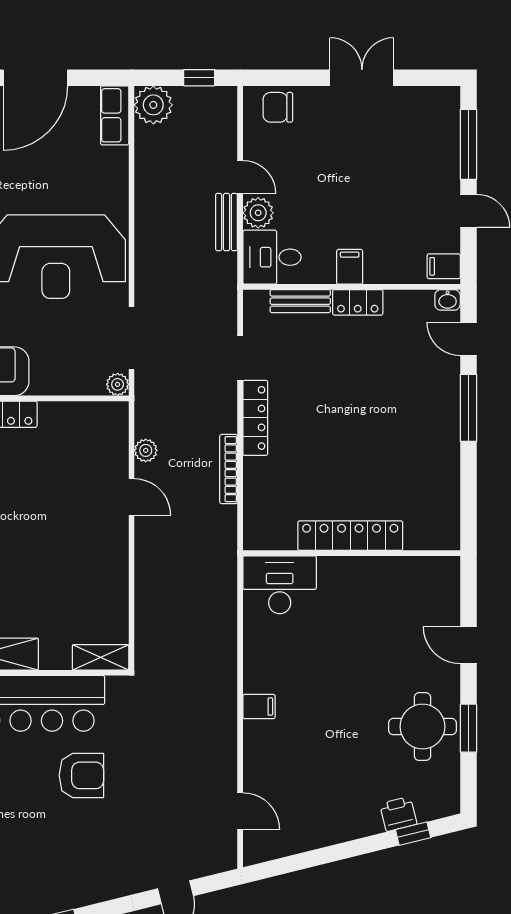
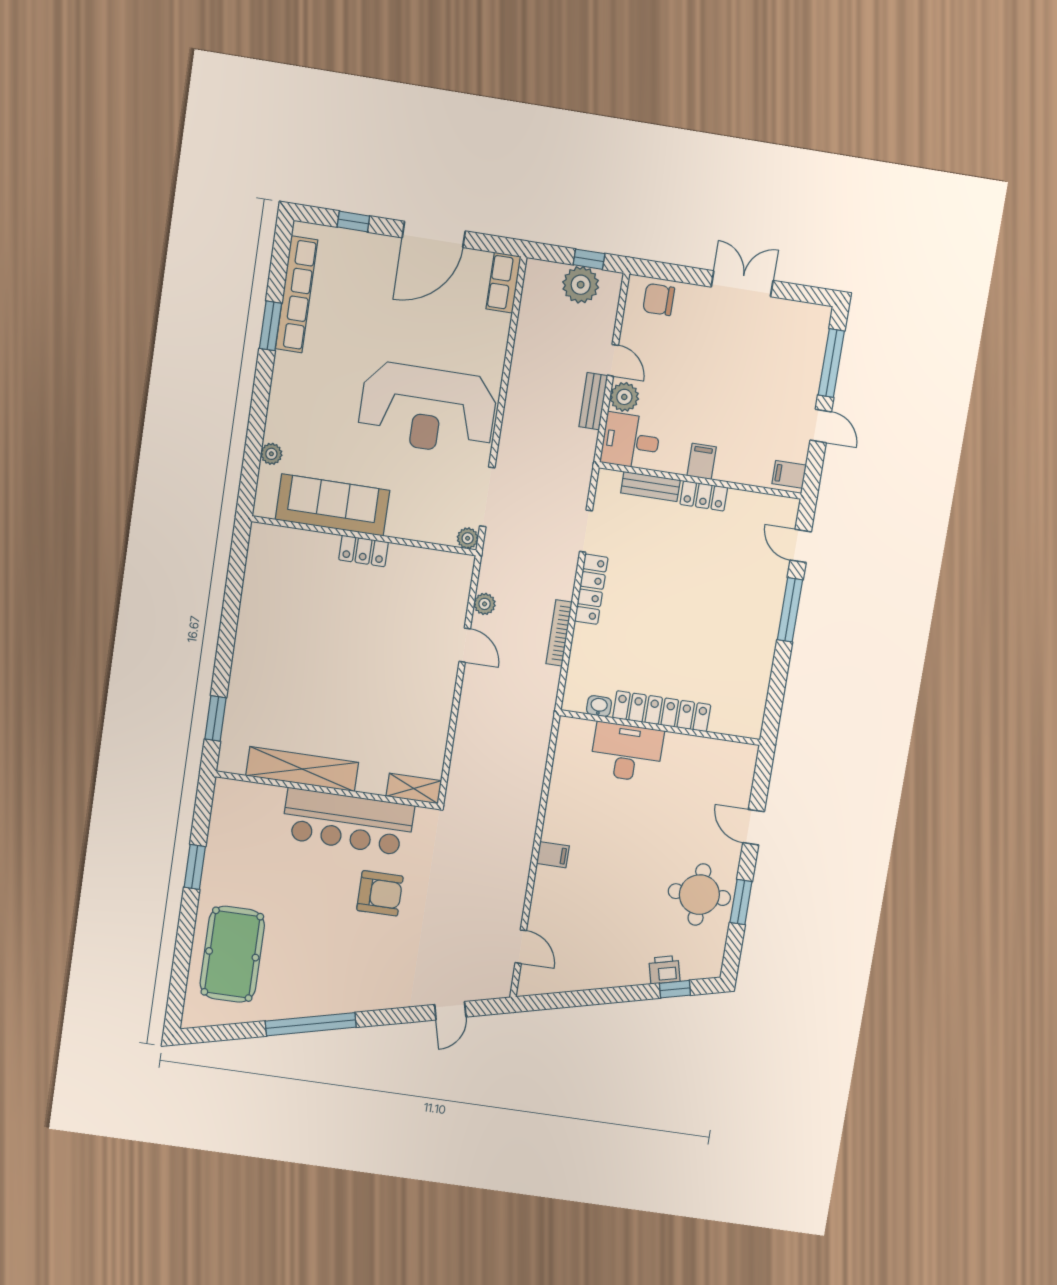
plant: (153, 105) -> (581, 285), moved
washbasin: (448, 300) -> (599, 706), moved, turned 180
desk: (280, 585) -> (627, 752), moved

